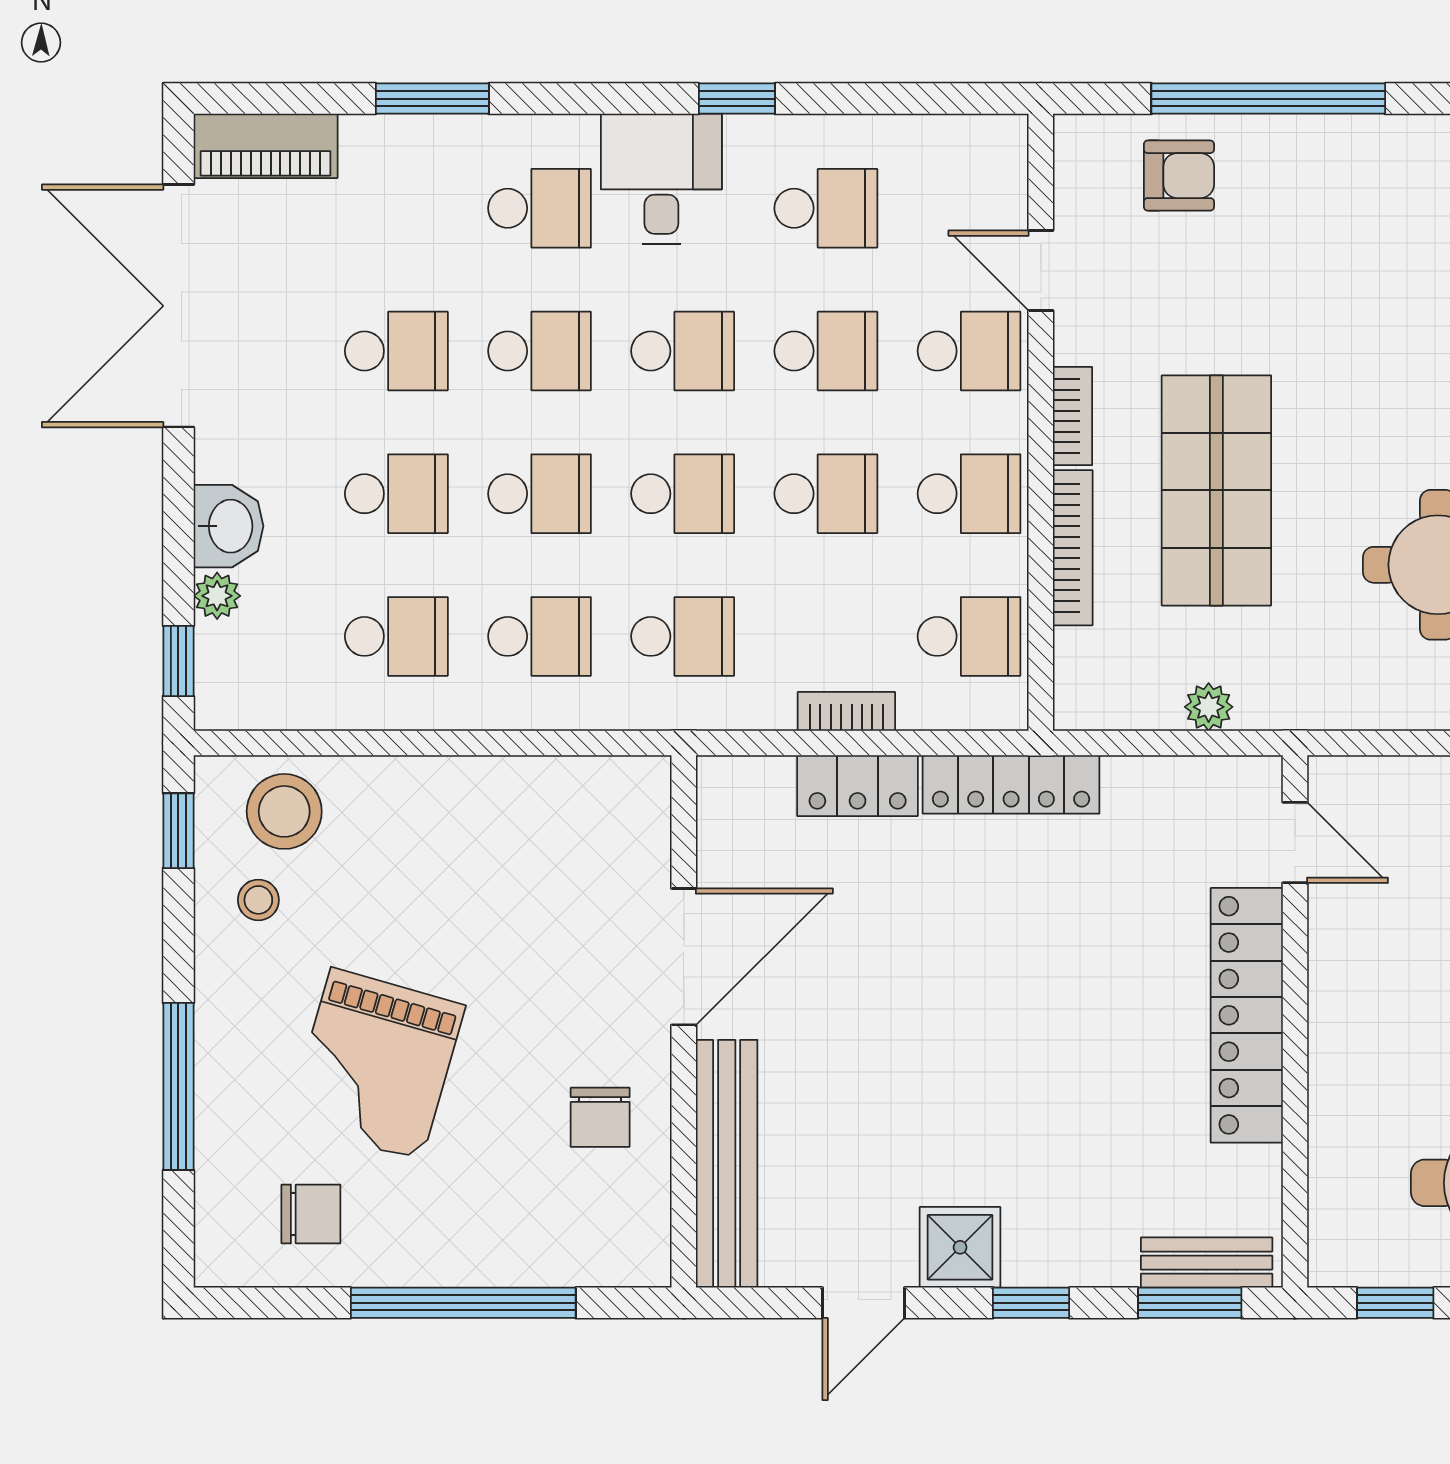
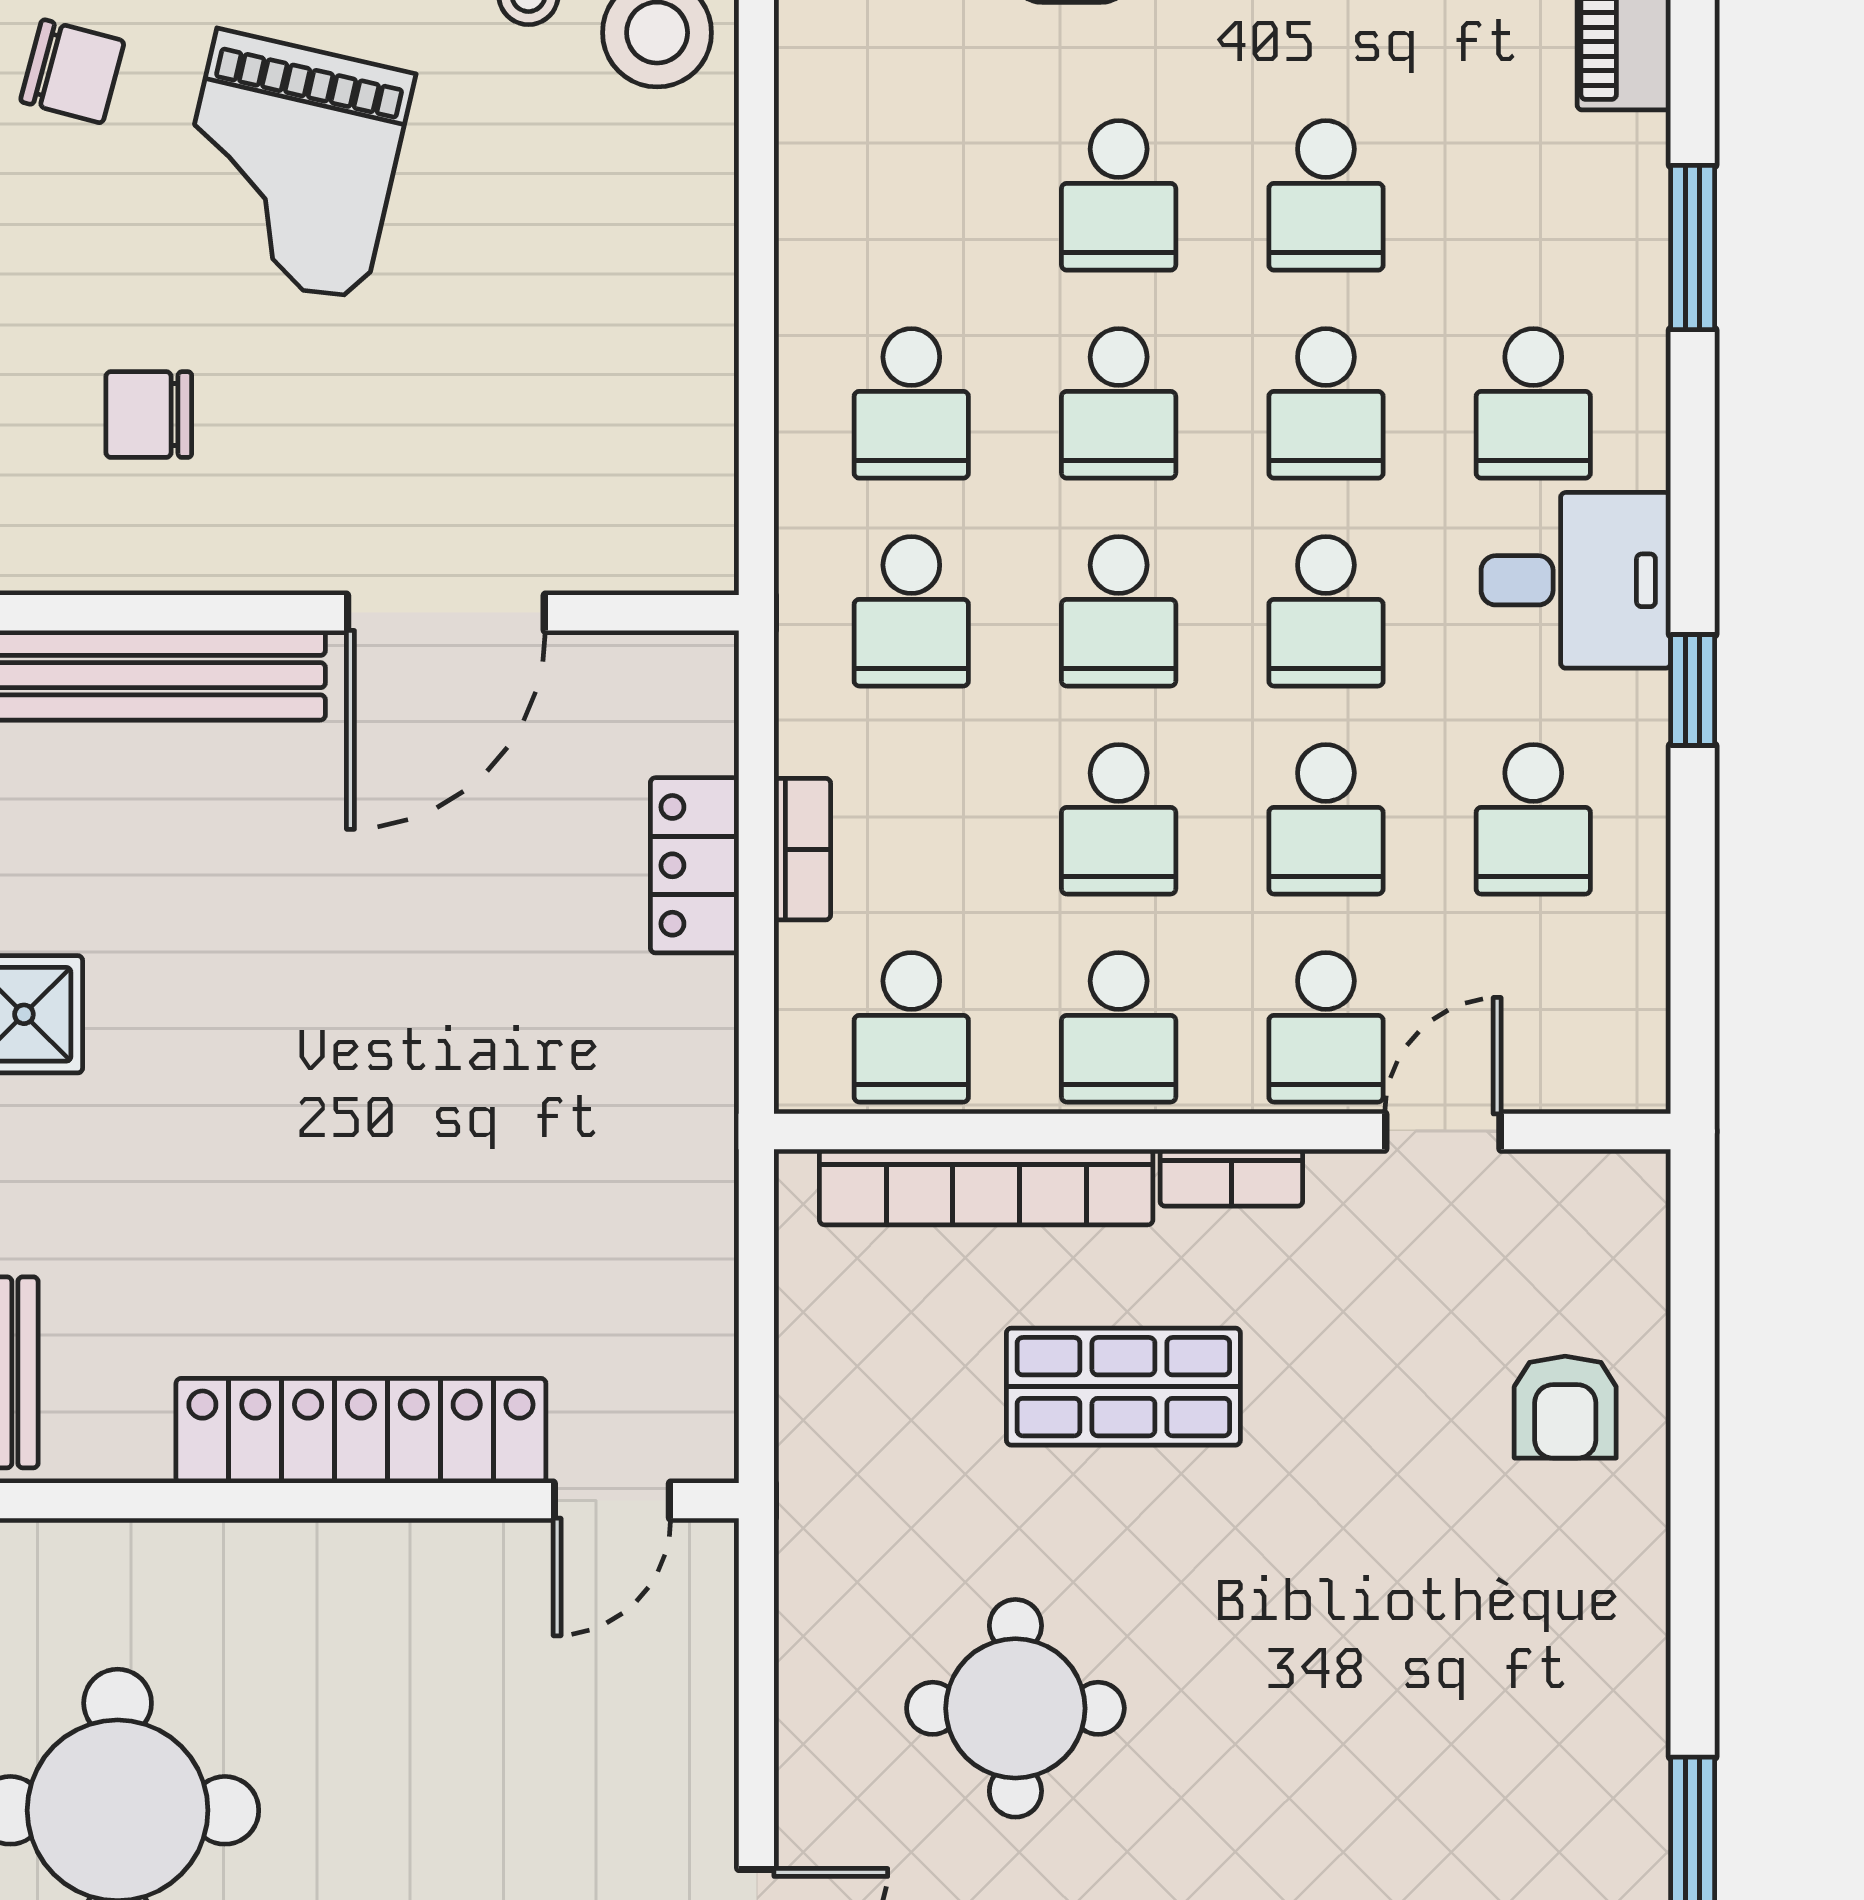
window: (1268, 99) -> (1693, 1462), removed
armchair: (1179, 176) -> (1565, 1407), moved
shop shelf: (1216, 490) -> (1123, 1387), width x0.70, depth x0.74
bookcase: (1073, 548) -> (986, 1187), width x1.48, depth x1.31
school desk: (396, 636) -> (911, 195), removed
plant: (1209, 707) -> (809, 1375), removed
locker: (1011, 784) -> (696, 1088), removed
door: (684, 957) -> (446, 613), hinge flipped
grand piano: (376, 1064) -> (290, 166), turned -93
chair: (600, 1117) -> (149, 415), moved
chair: (311, 1214) -> (72, 71), turned -75

